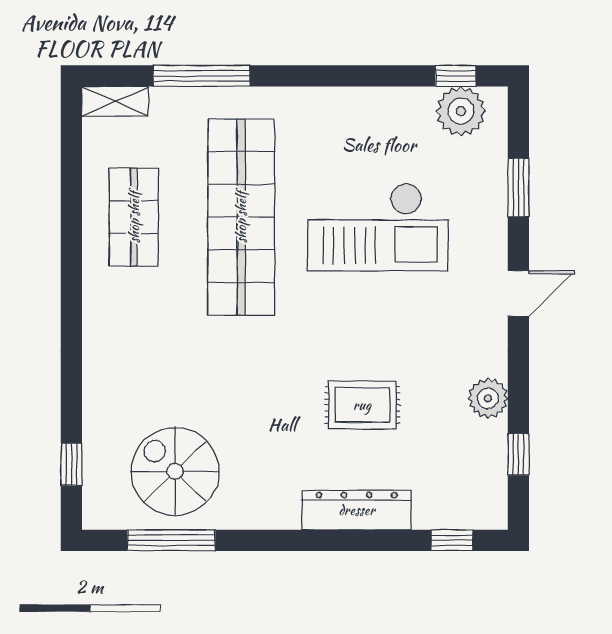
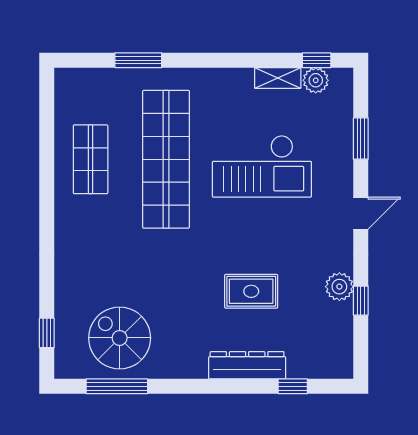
window: (202, 76) -> (138, 60), width x0.69
shelving: (115, 101) -> (278, 78), moved
plant: (461, 111) -> (316, 80), width x0.73, depth x0.73
window: (518, 454) -> (361, 301), moved
window: (452, 540) -> (293, 386), moved

